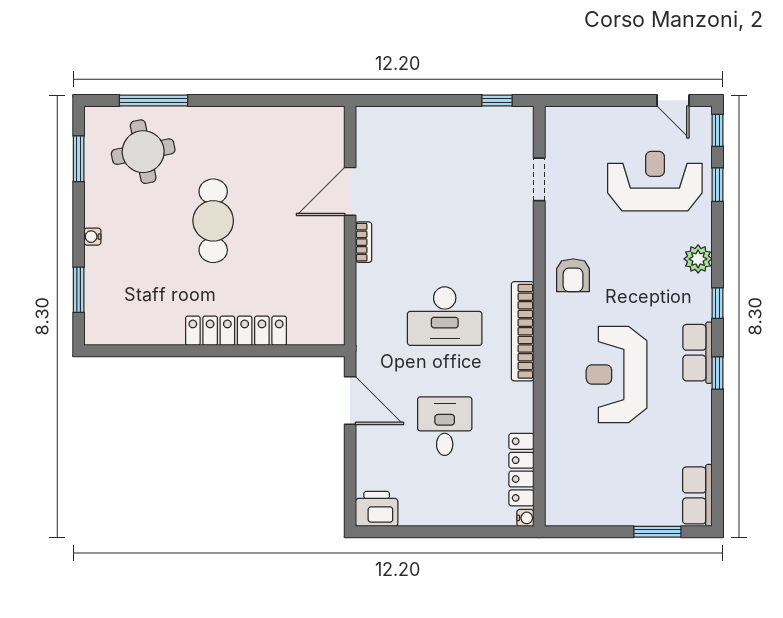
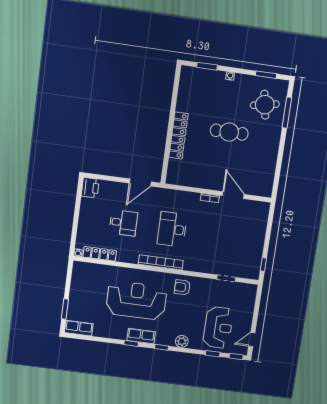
reception desk: (617, 374) -> (136, 300), width x1.36, depth x1.30

